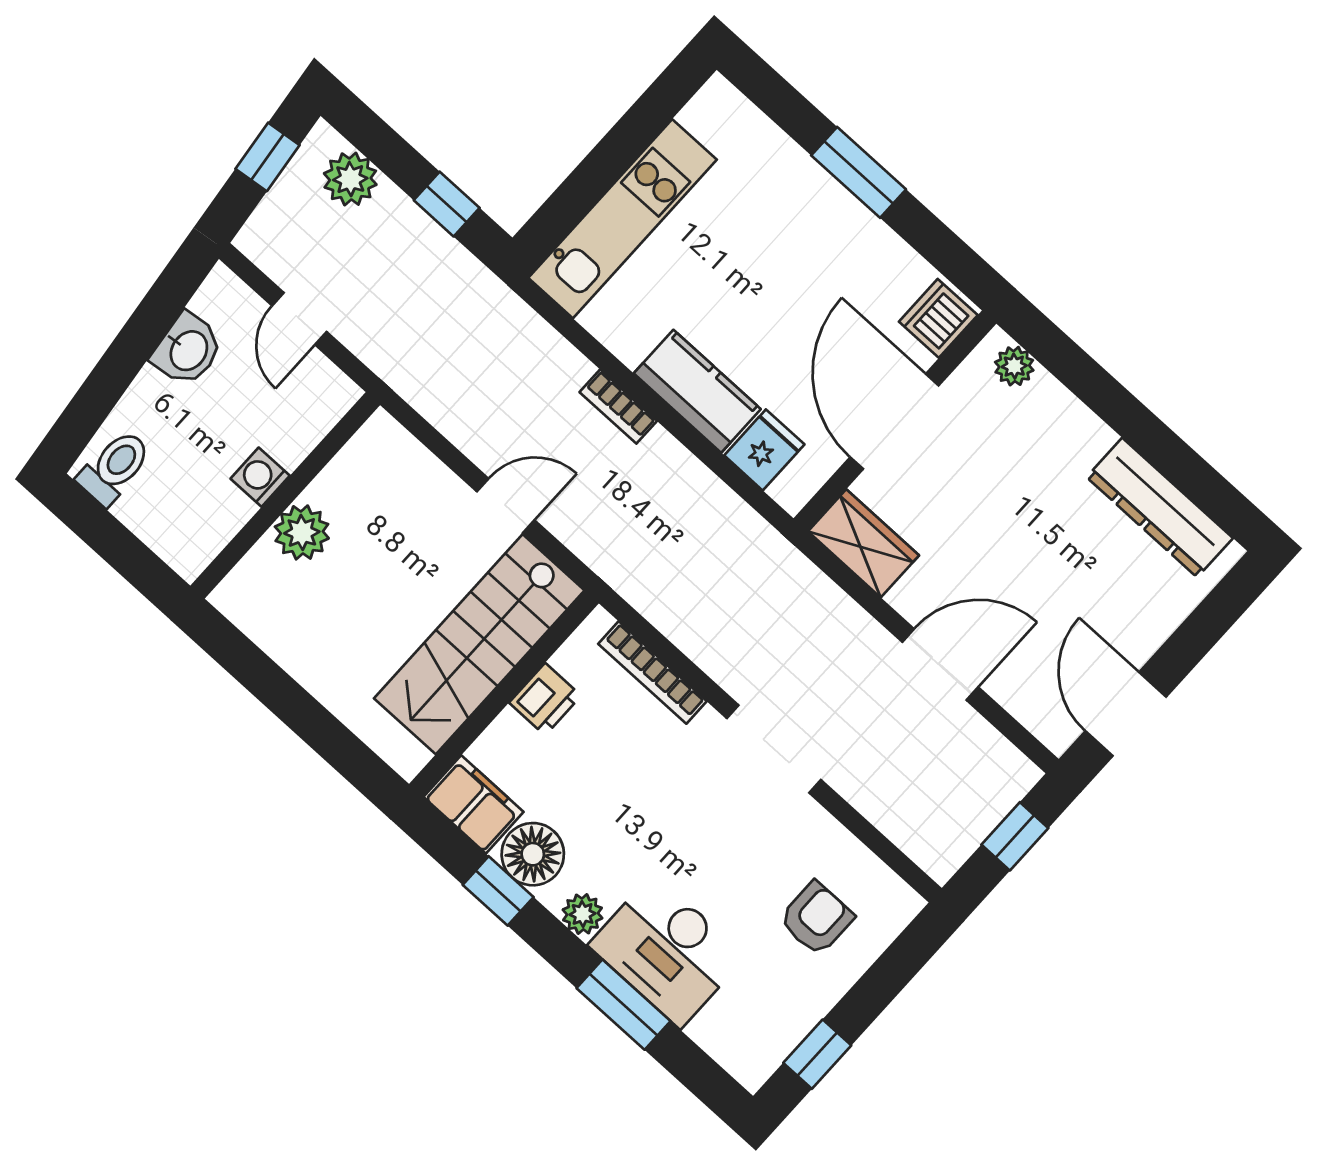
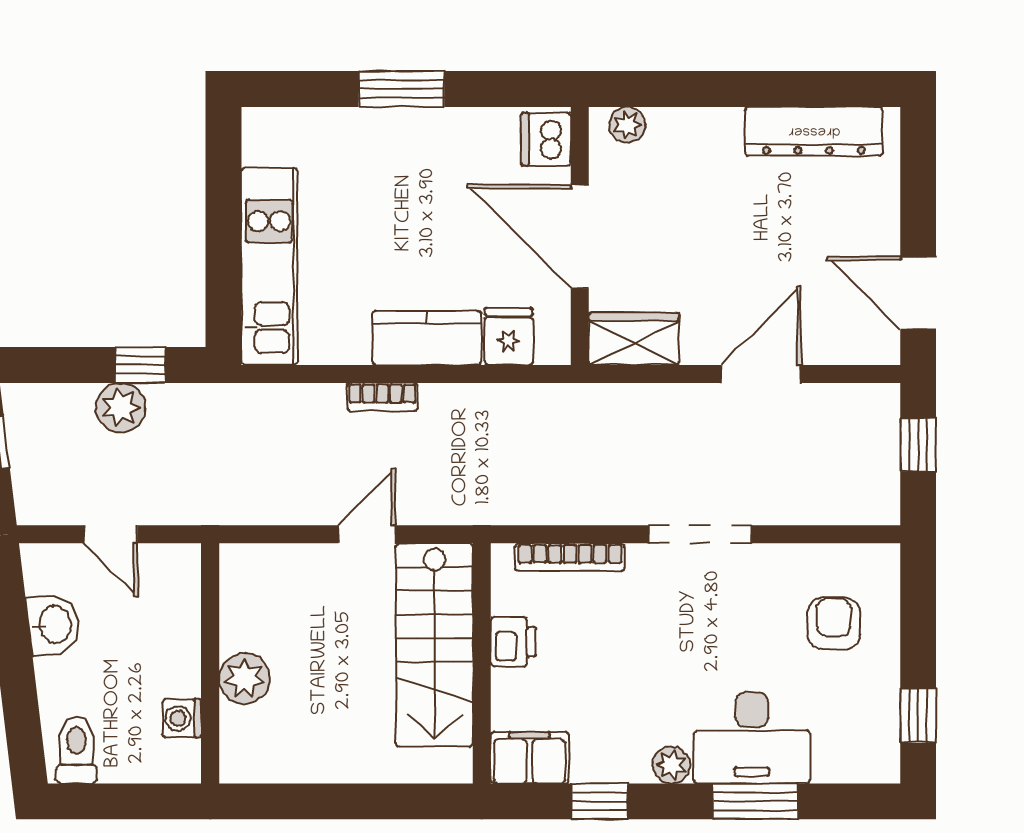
plant: (350, 179) -> (121, 408), moved
washing machine: (260, 477) -> (182, 718), moved
floor lamp: (533, 854) -> (601, 755), removed

